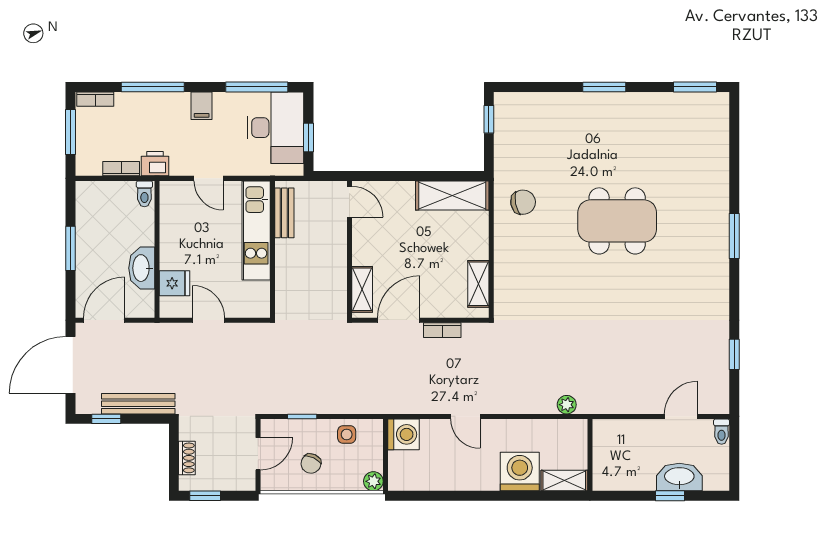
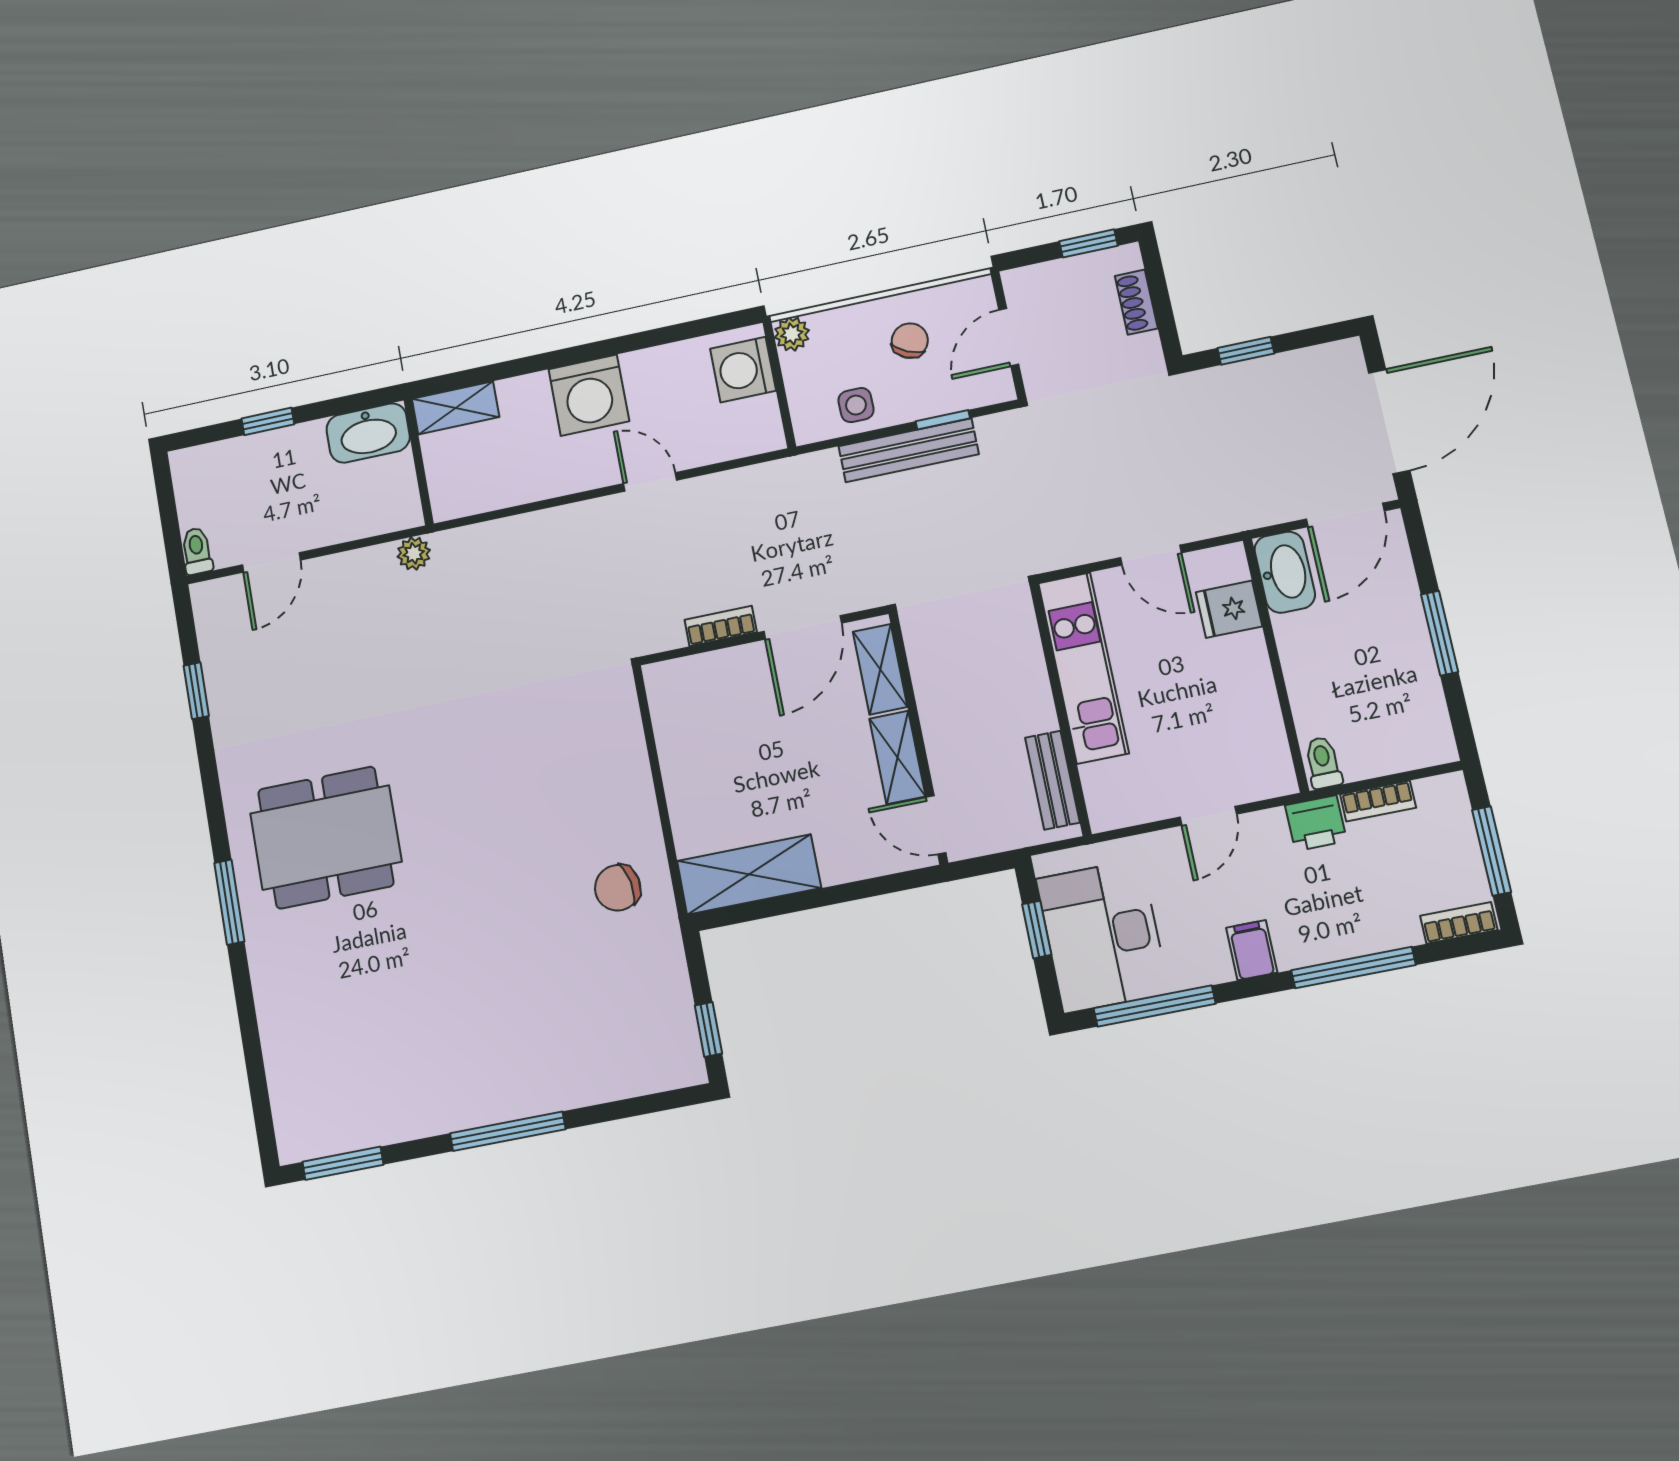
window: (604, 87) -> (508, 1131), width x1.44
door: (209, 178) -> (1208, 816), swing flipped
dining table: (617, 221) -> (326, 838), moved
kitchen unit: (256, 230) -> (1083, 668), moved
washbasin: (142, 268) -> (1285, 572), moved
shelving: (478, 284) -> (897, 757), moved
bench: (138, 404) -> (909, 450), moved
plant: (567, 405) -> (414, 553), moved
window: (106, 419) -> (1246, 351), moved
washing machine: (403, 434) -> (743, 370), moved
washing machine: (520, 472) -> (589, 395), moved
washbasin: (679, 477) -> (368, 433), moved

